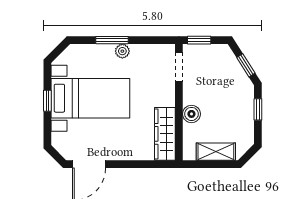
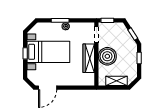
boiler: (191, 114) -> (107, 56), width x1.86, depth x1.86
wardrobe: (165, 134) -> (89, 58), moved

